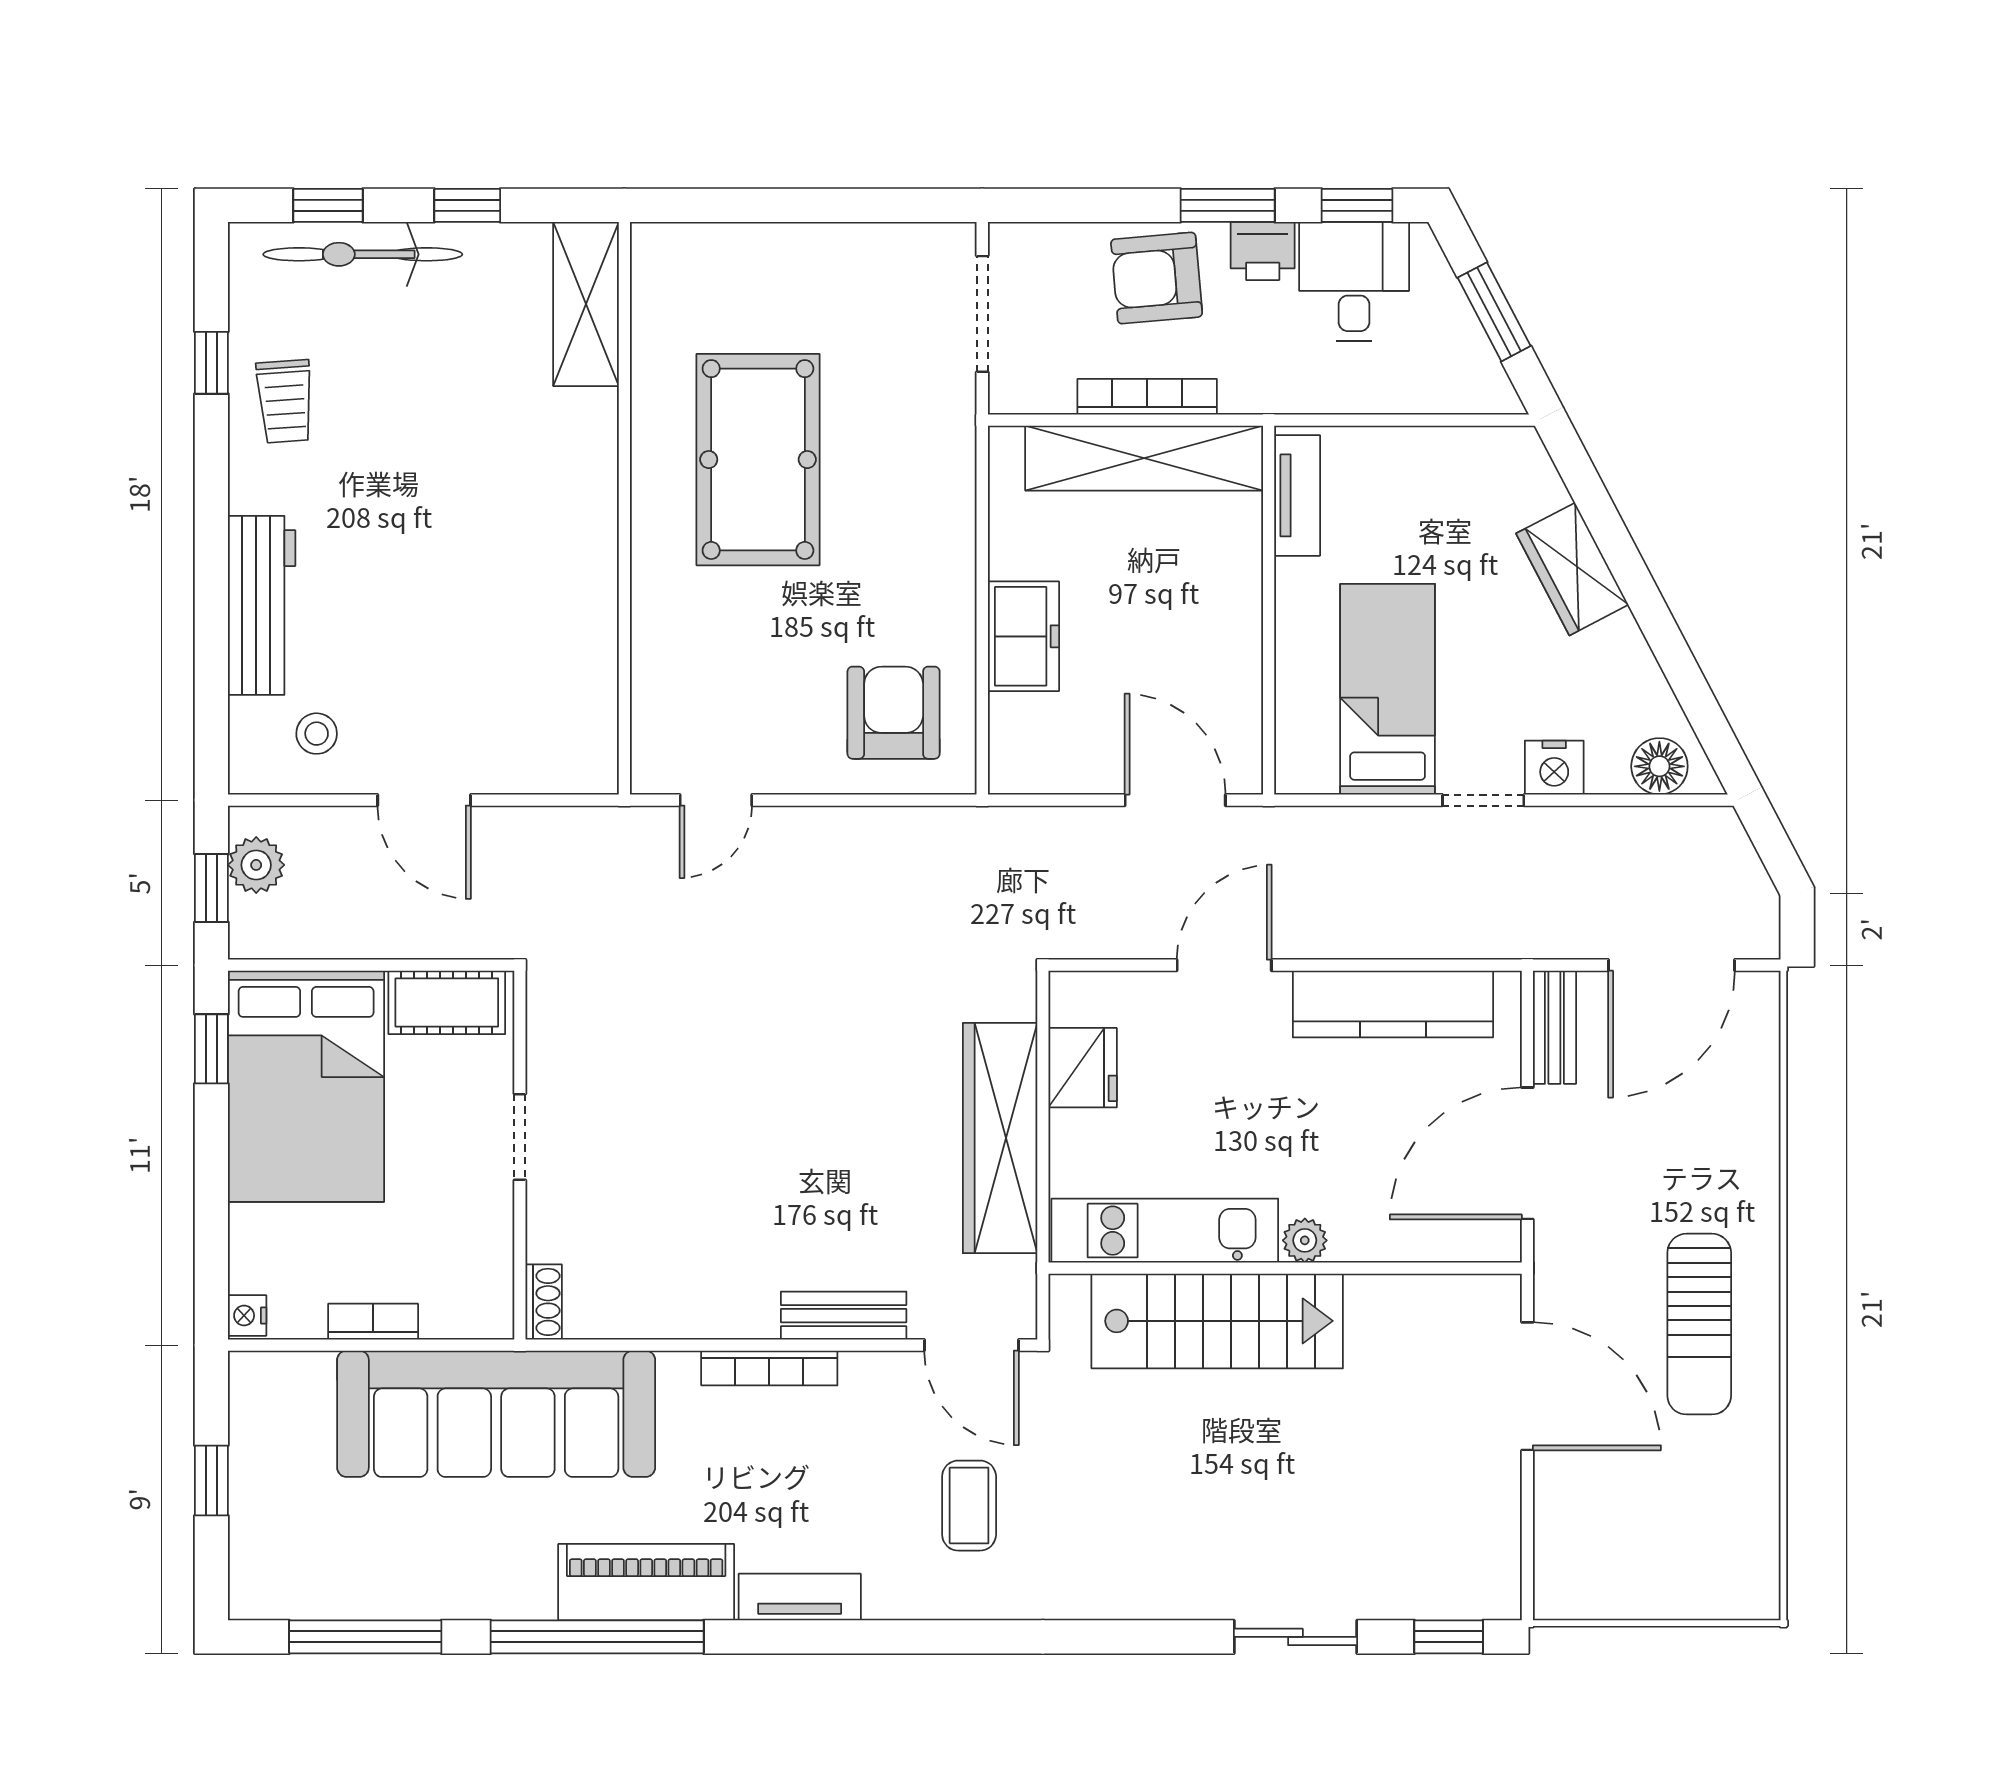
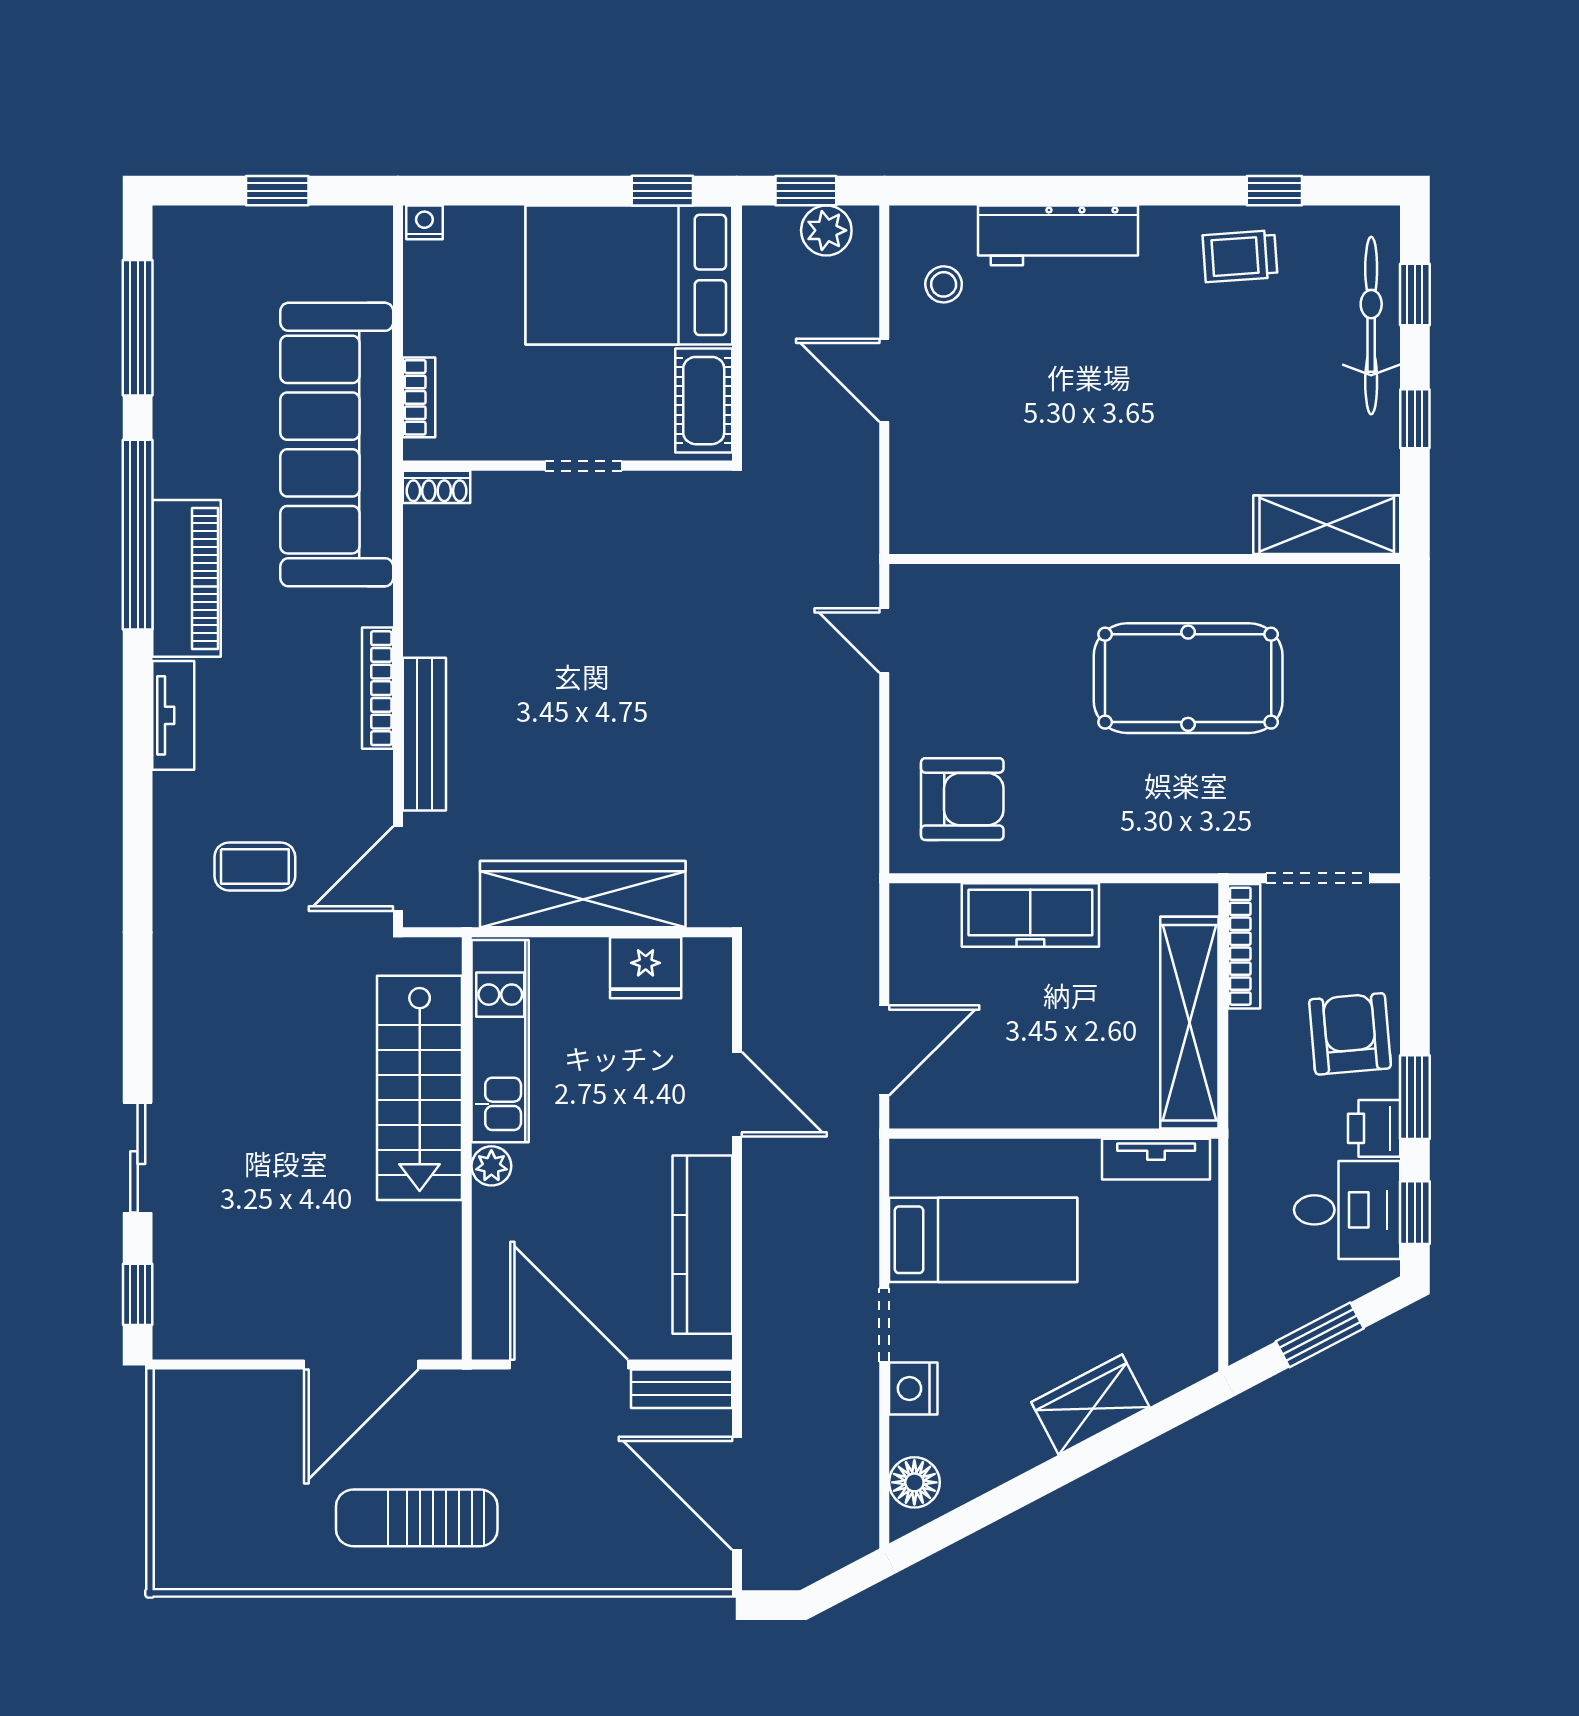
bookcase: (1147, 397) -> (1244, 946), moved
freezer: (1023, 636) -> (1030, 915), width x1.40
door: (424, 800) -> (884, 380), hinge flipped
bench: (844, 1316) -> (424, 734), width x1.36
bookcase: (373, 1322) -> (419, 397), moved

